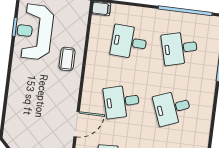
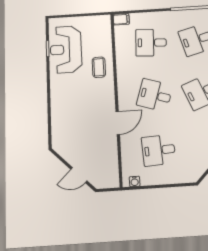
desk: (122, 102) -> (155, 95), turned 33

